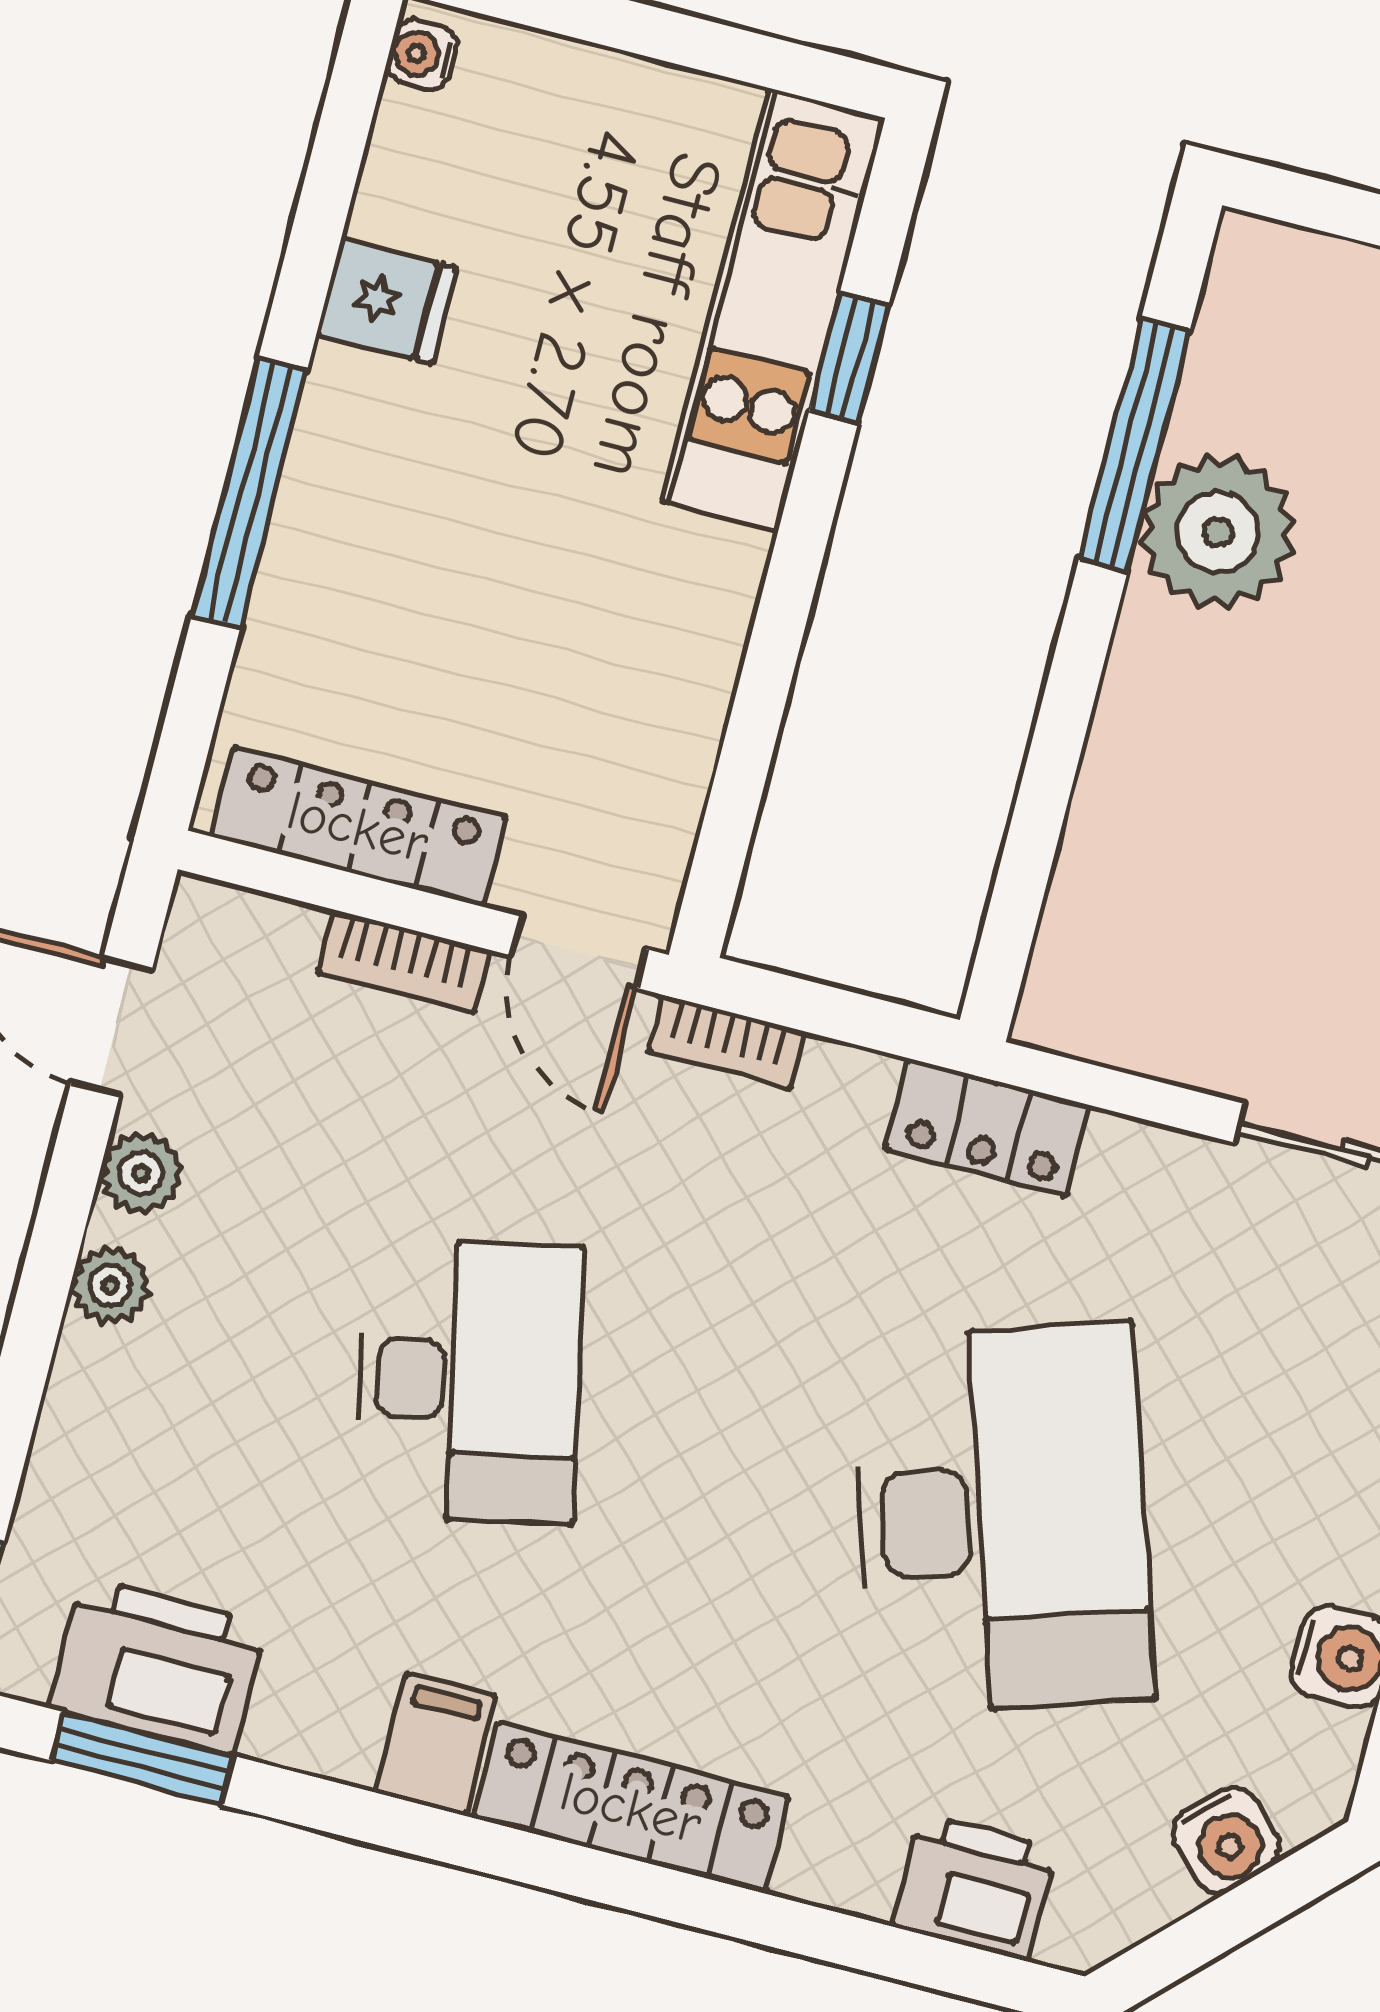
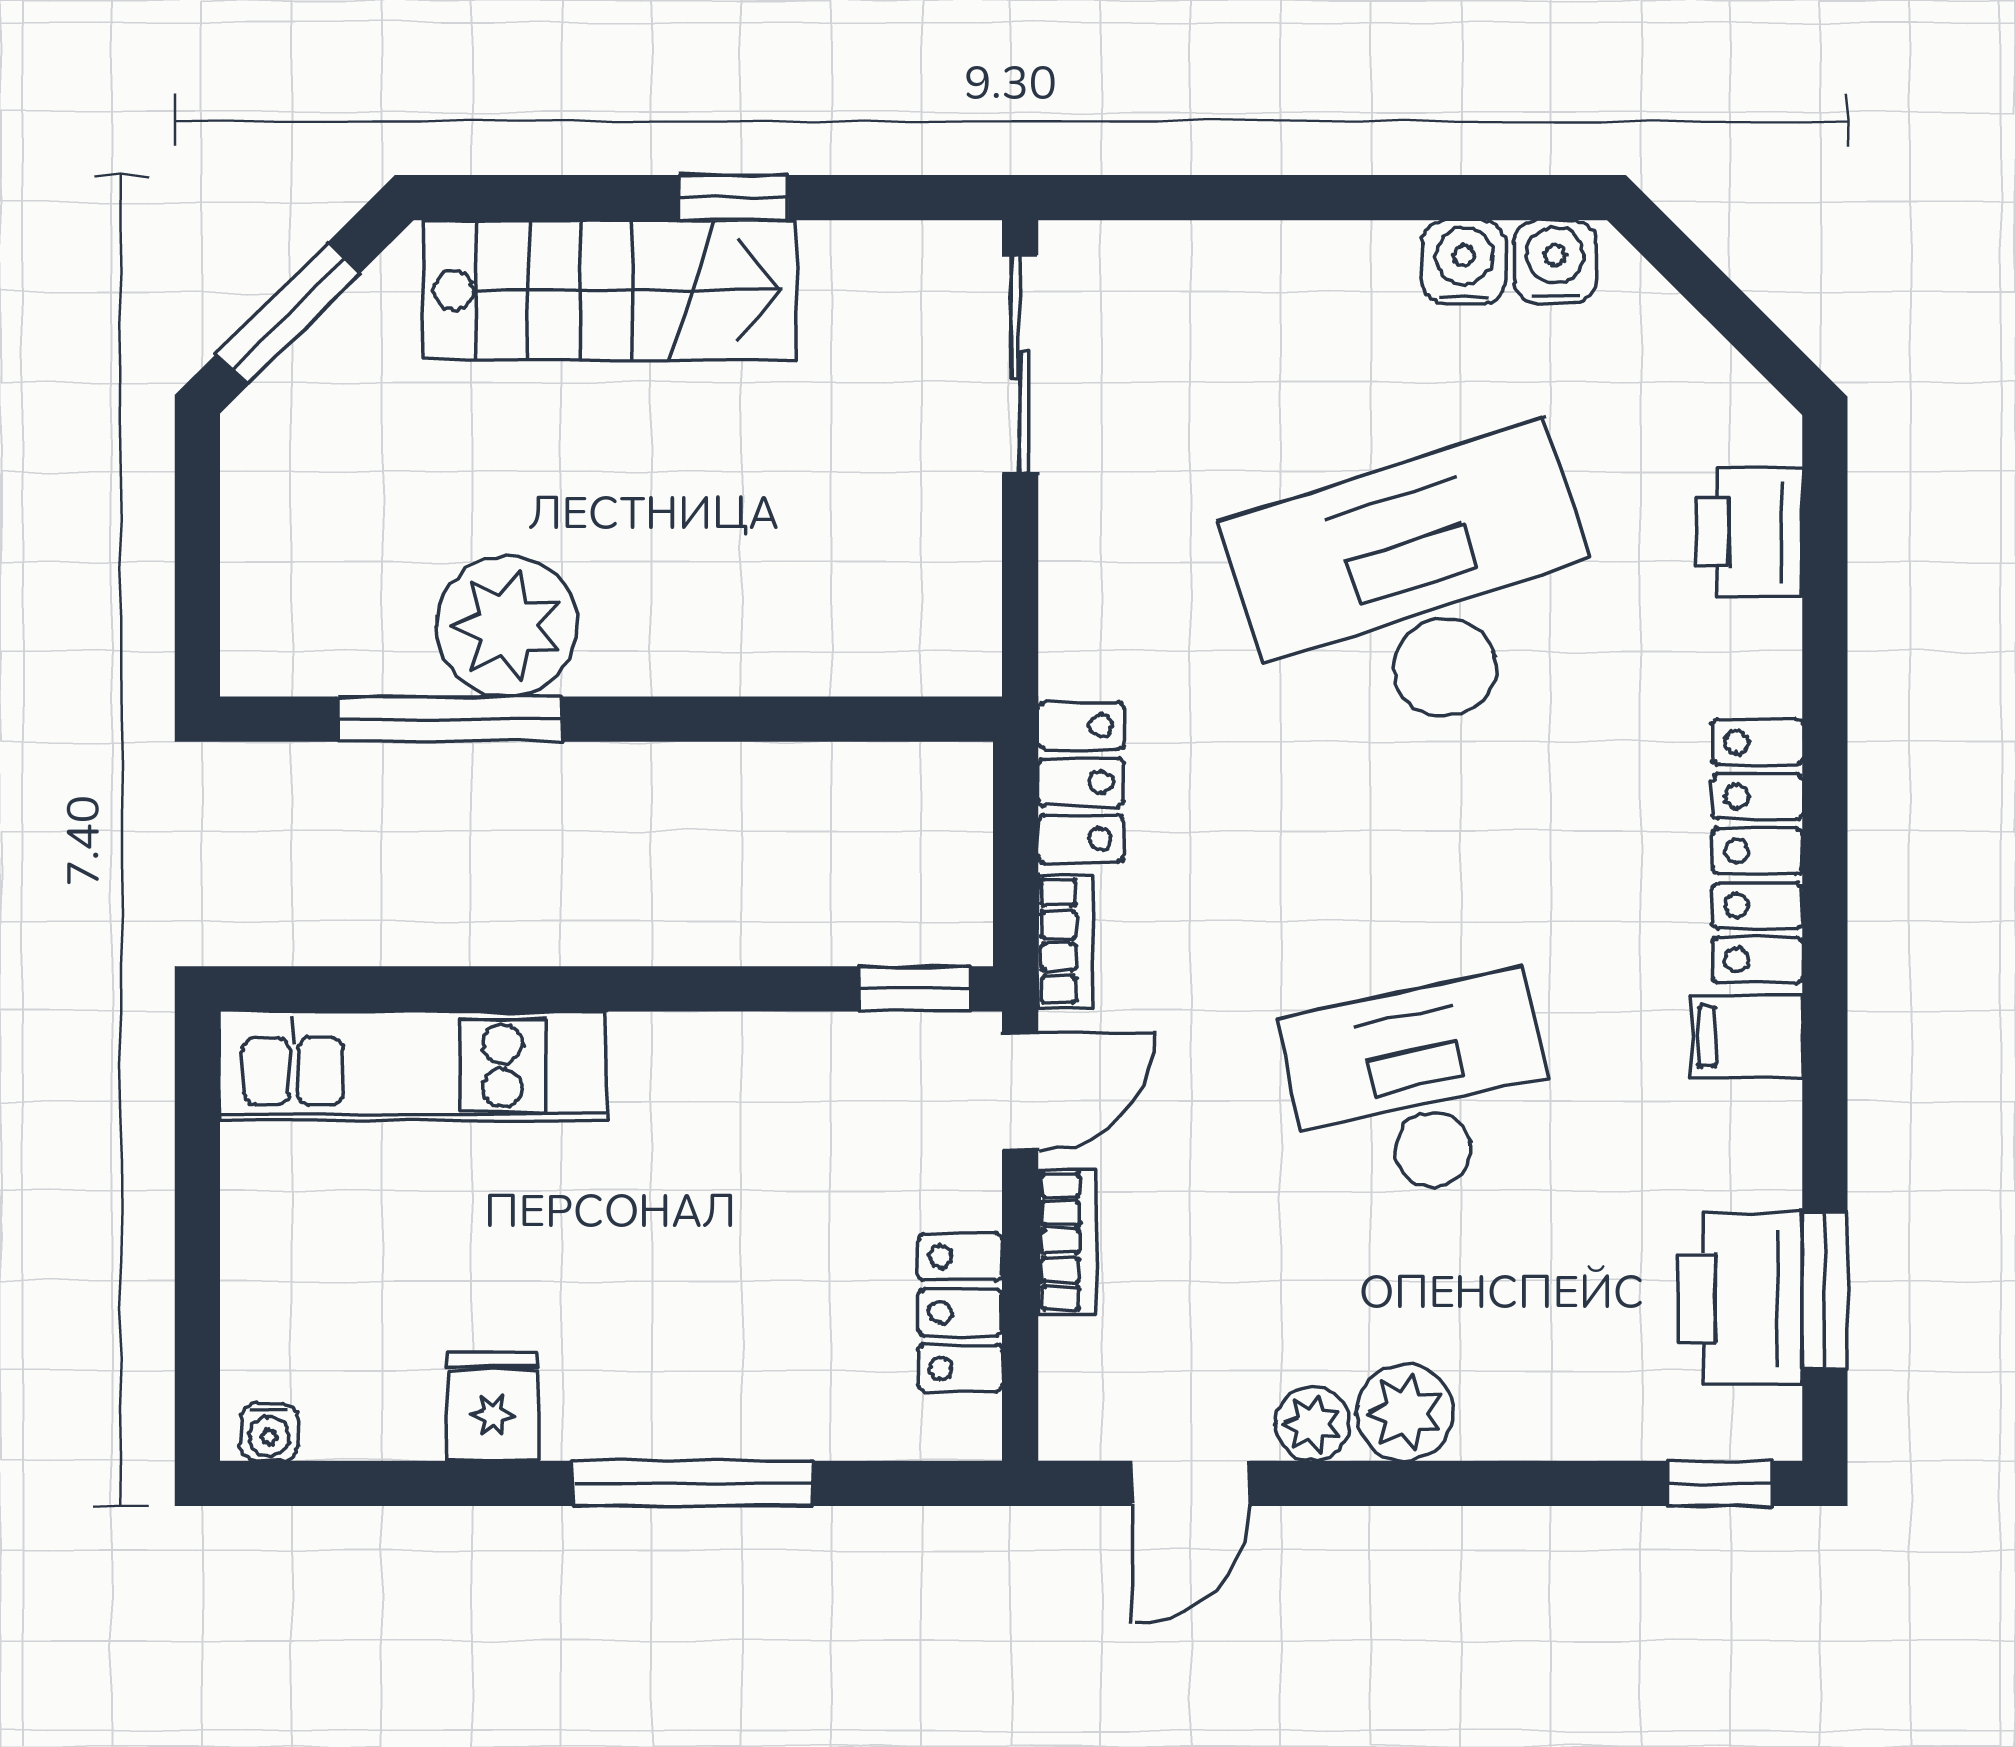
window: (849, 358) -> (914, 989), moved
locker: (358, 827) -> (960, 1312), width x0.66
locker: (988, 1127) -> (1081, 782), moved
plant: (110, 1286) -> (1405, 1413), width x1.38, depth x1.38
water cooler: (1226, 1840) -> (1555, 262), moved, turned -45

